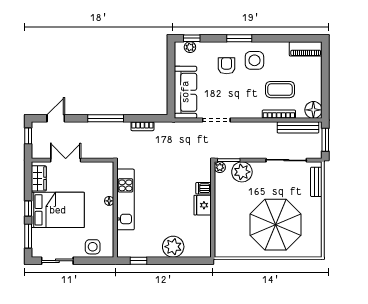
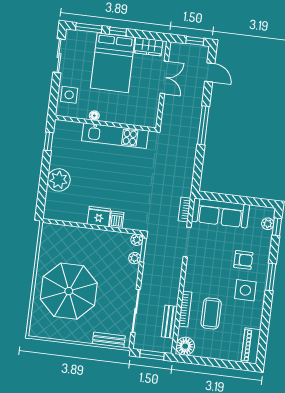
bookcase: (142, 126) -> (185, 209), moved
bench: (298, 127) -> (169, 322), width x0.73
plant: (242, 172) -> (135, 258), width x0.53, depth x0.53
floor lamp: (109, 201) -> (94, 116), moved

